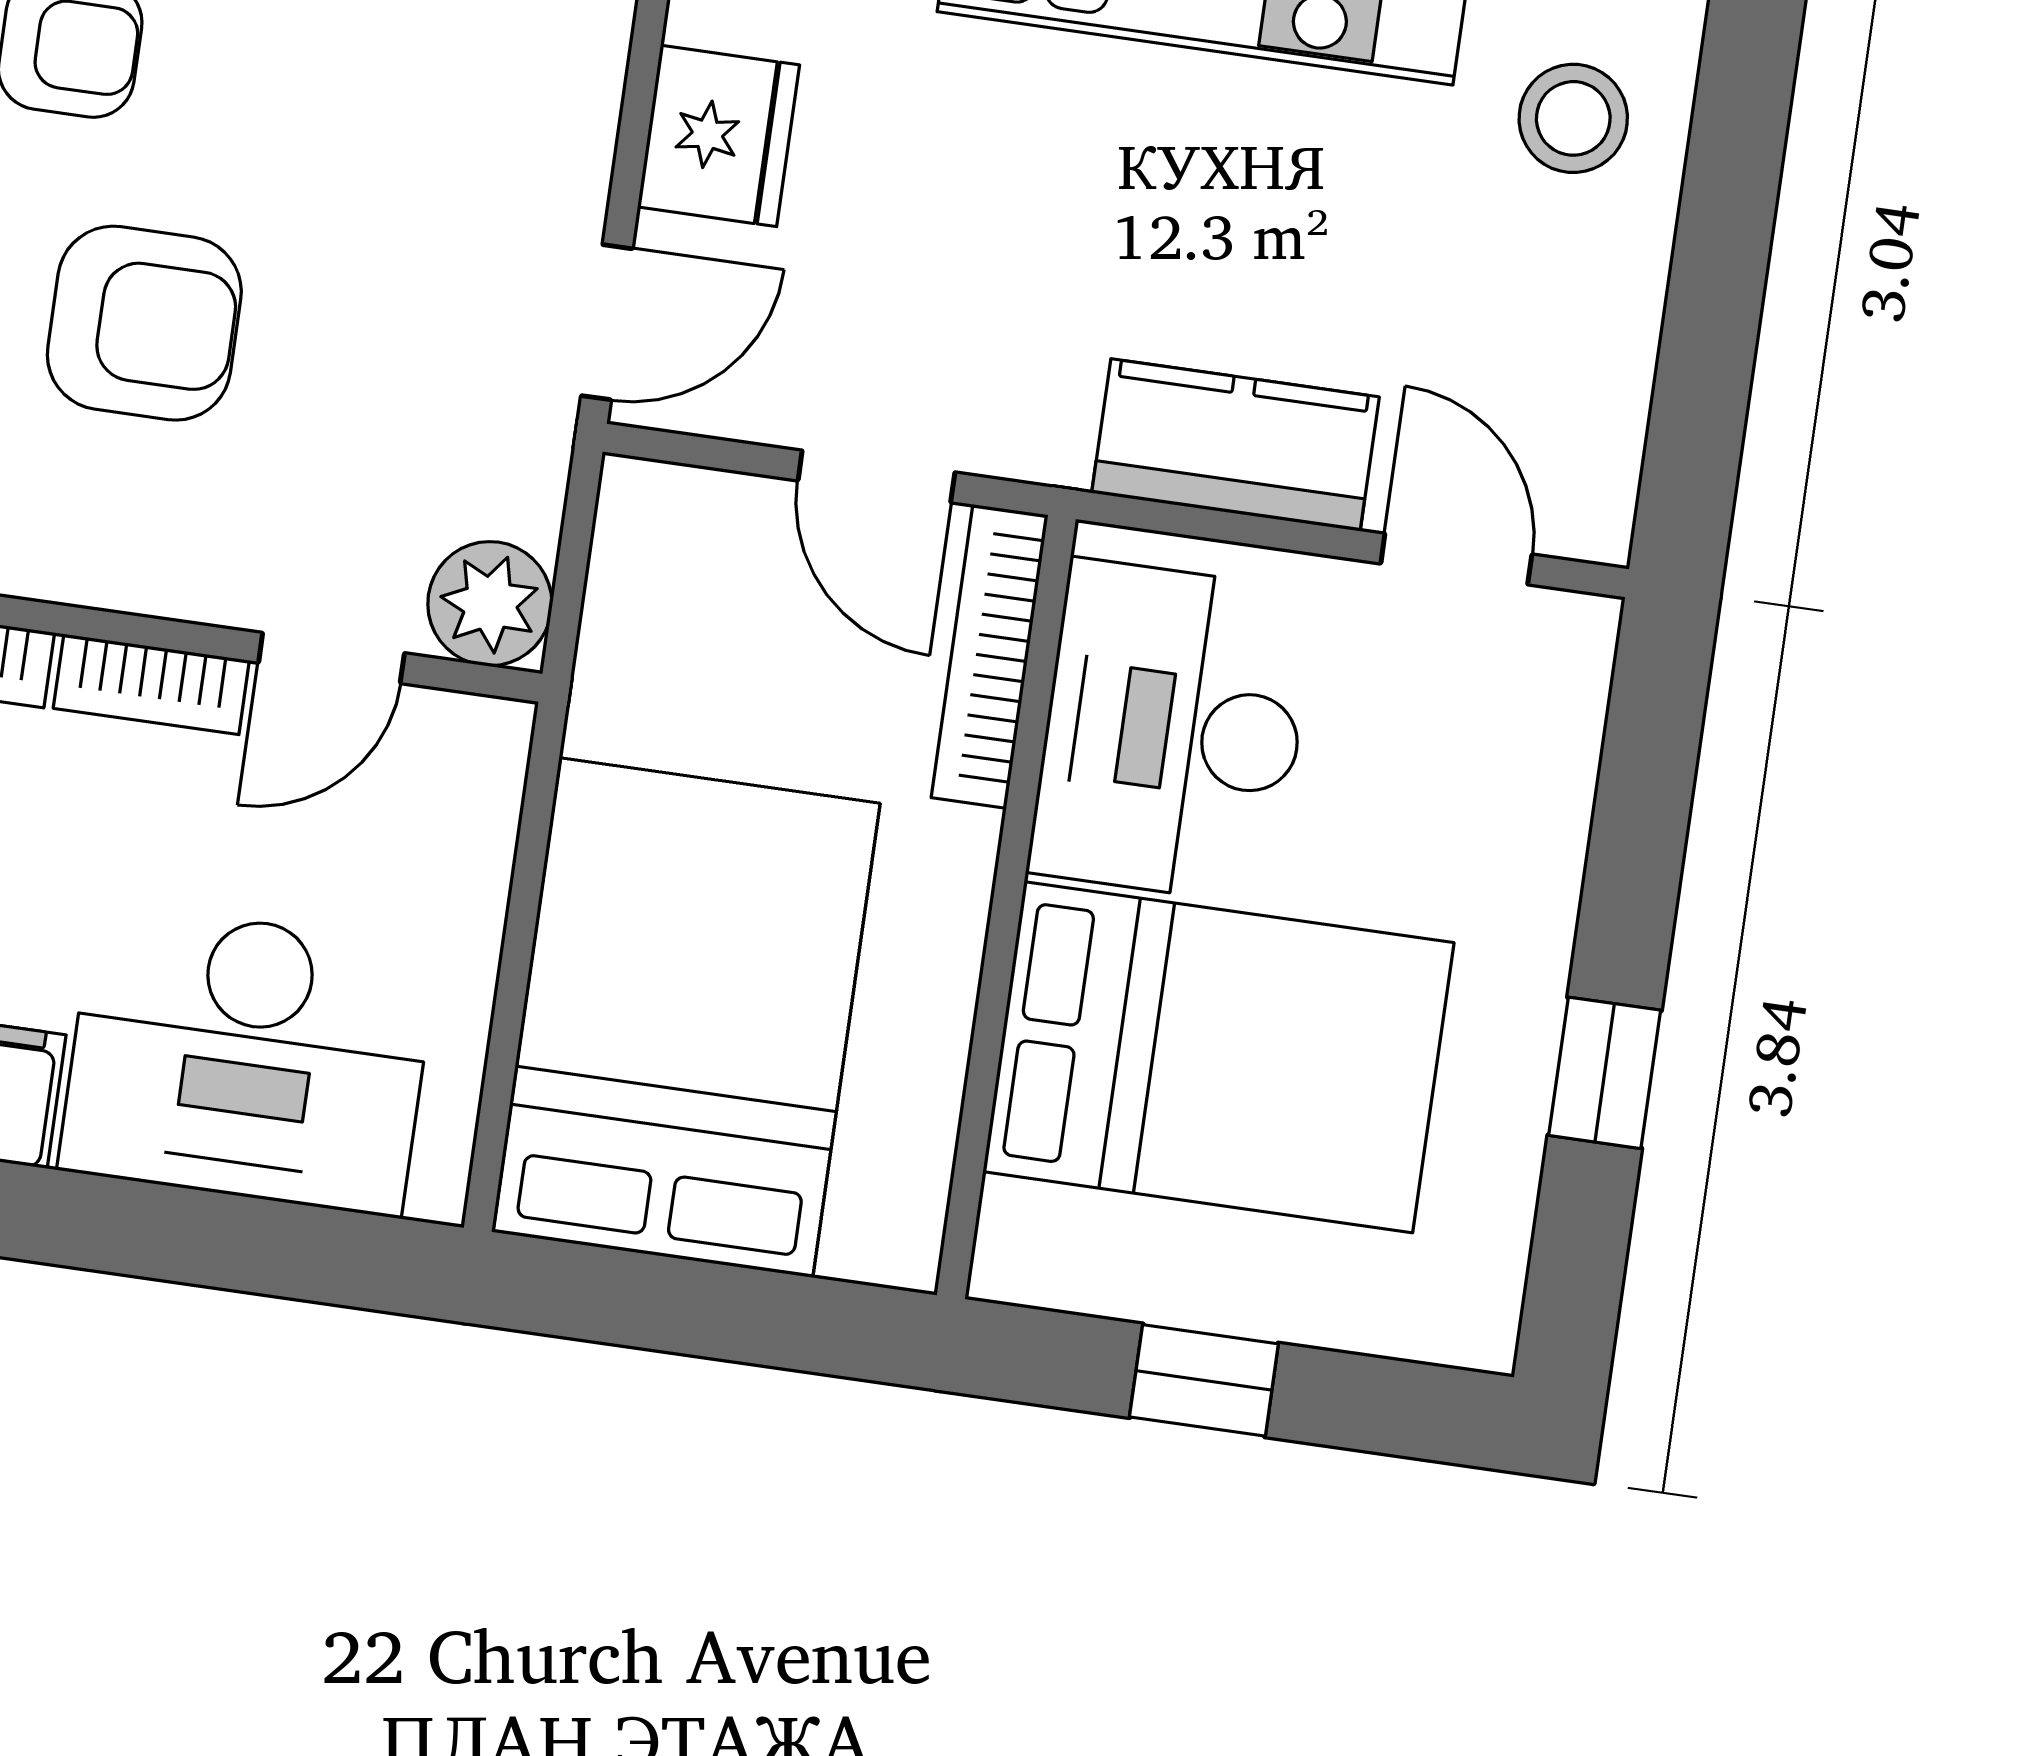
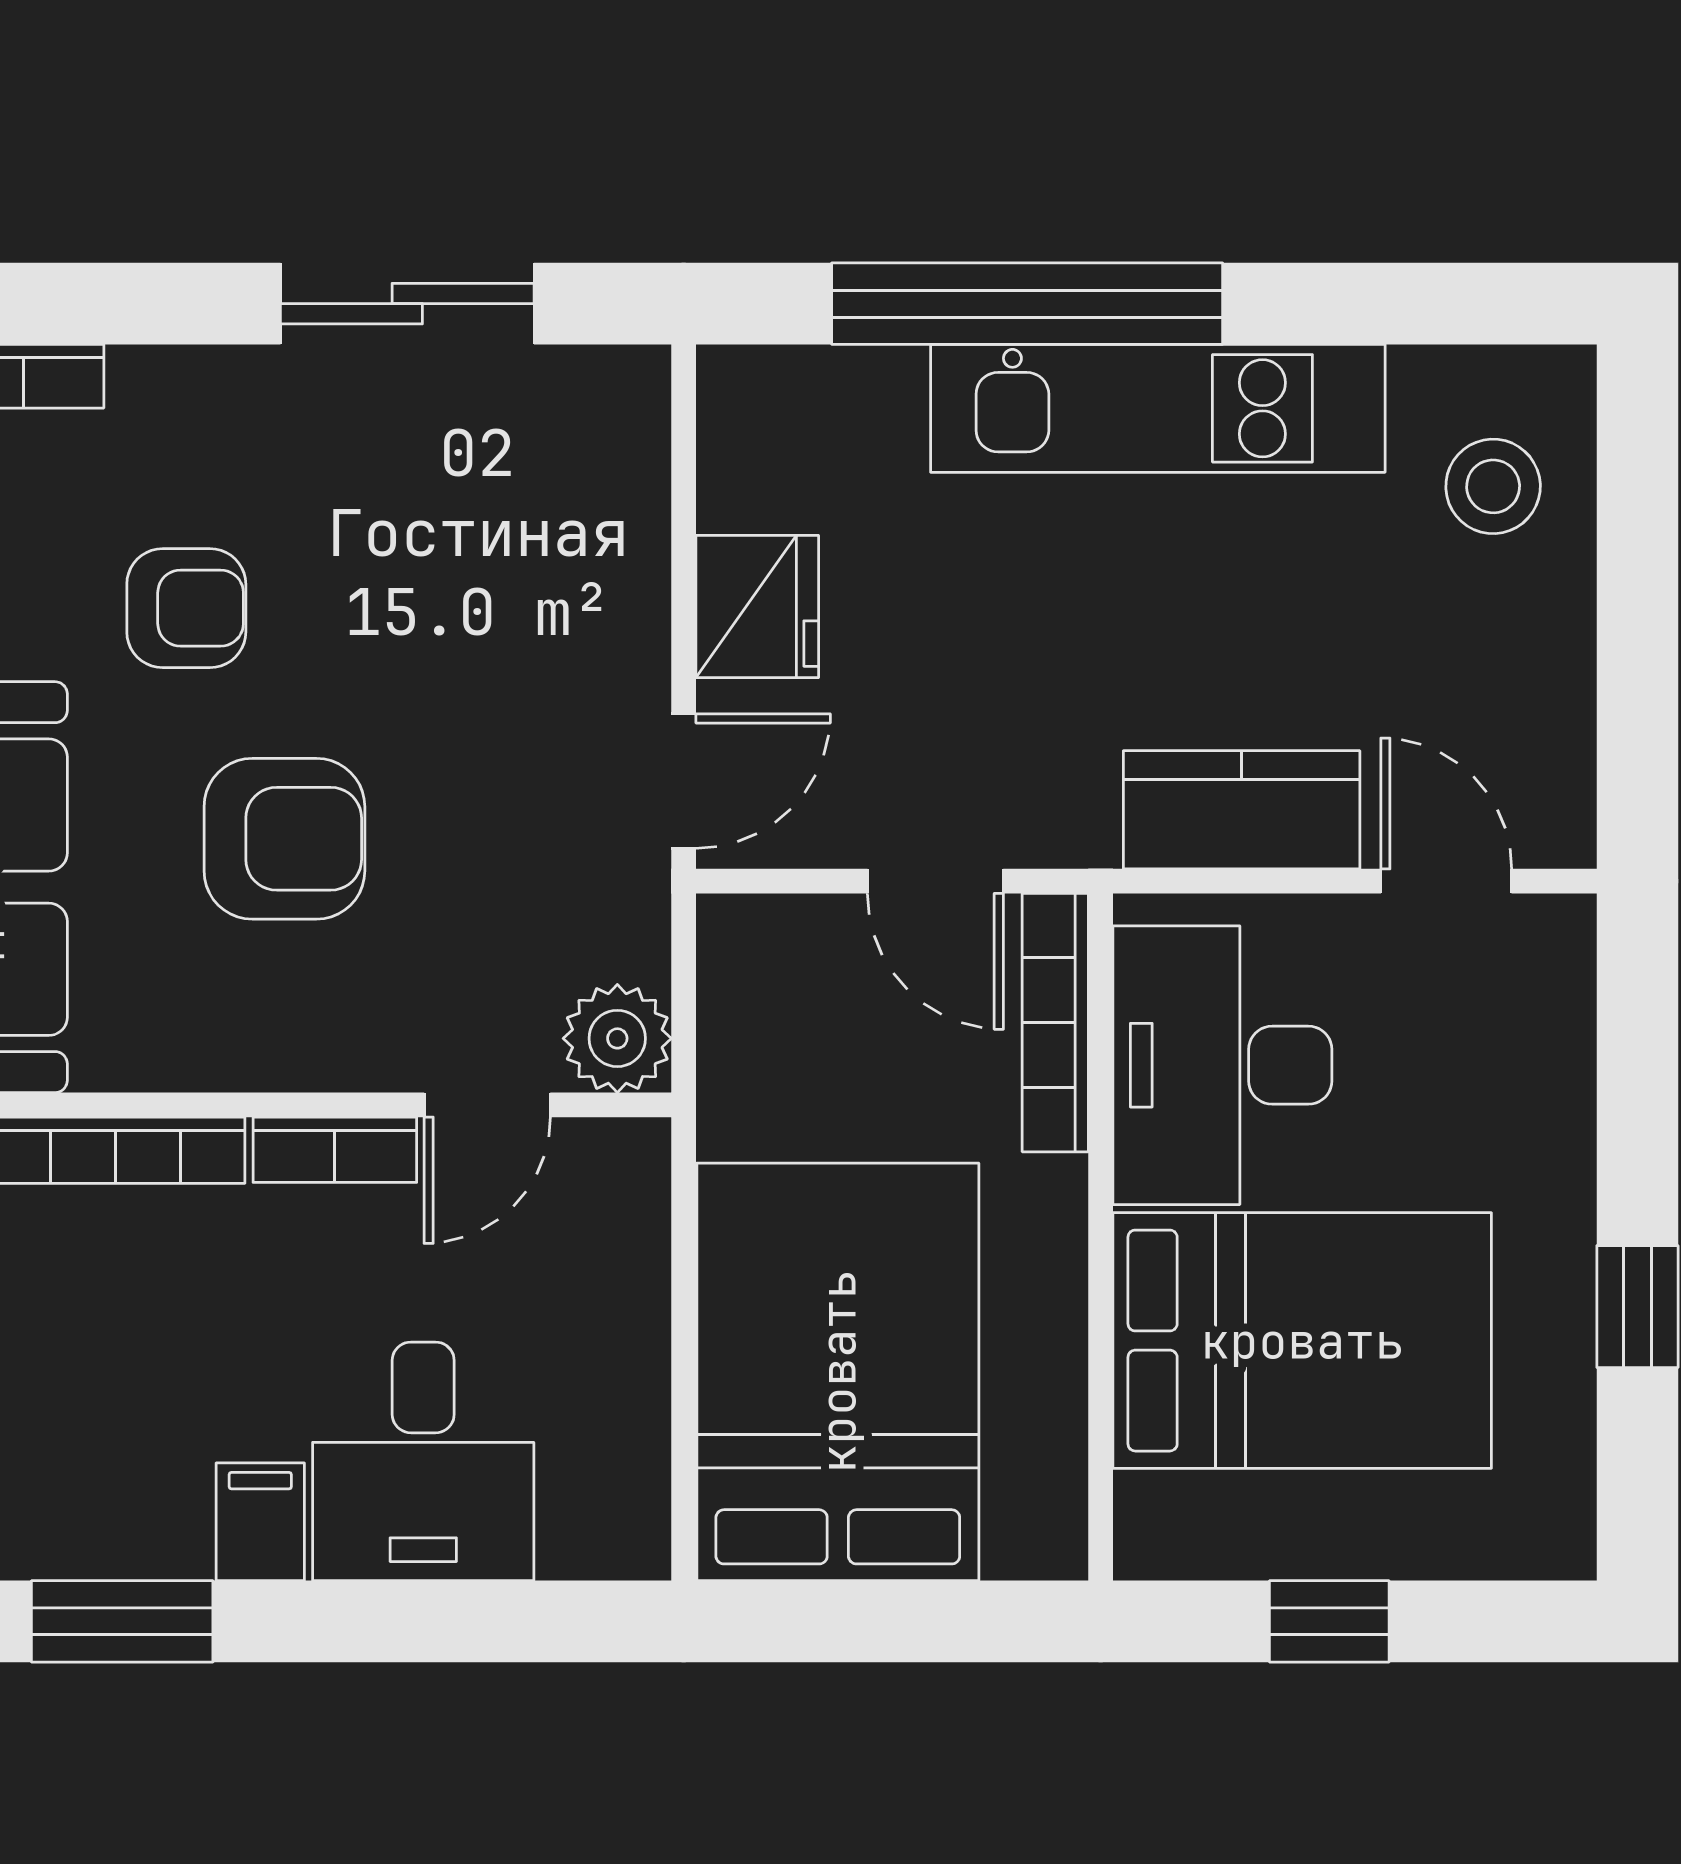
desk: (248, 1059) -> (423, 1461), width x0.73

